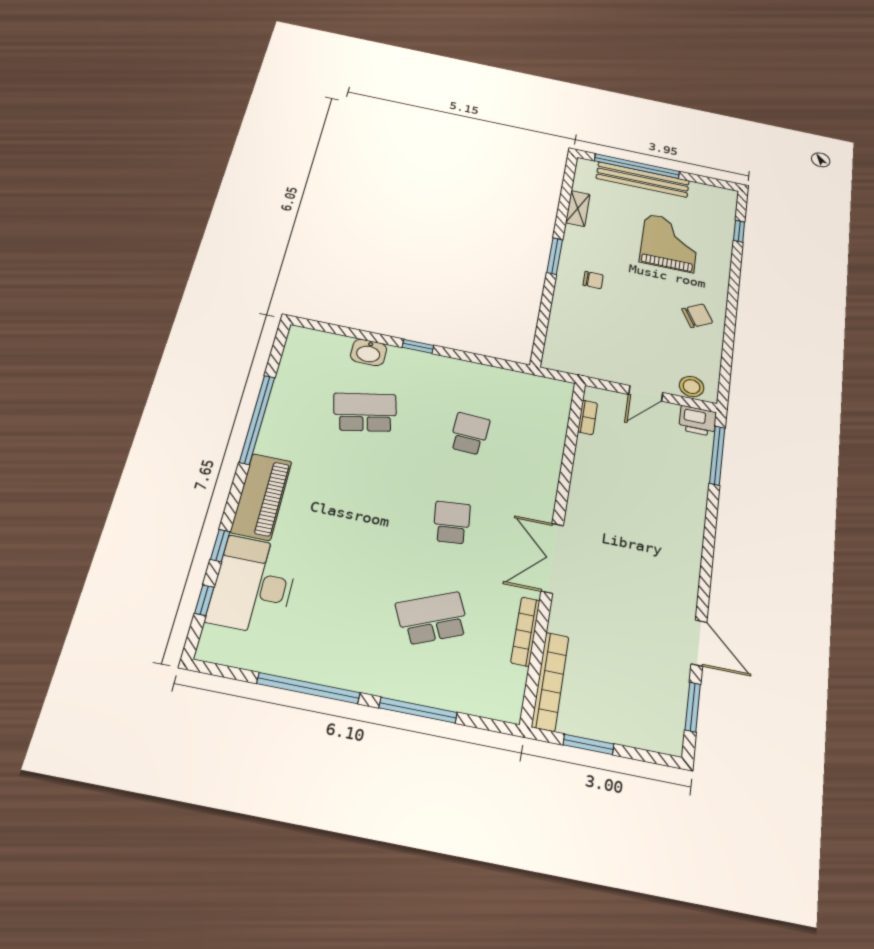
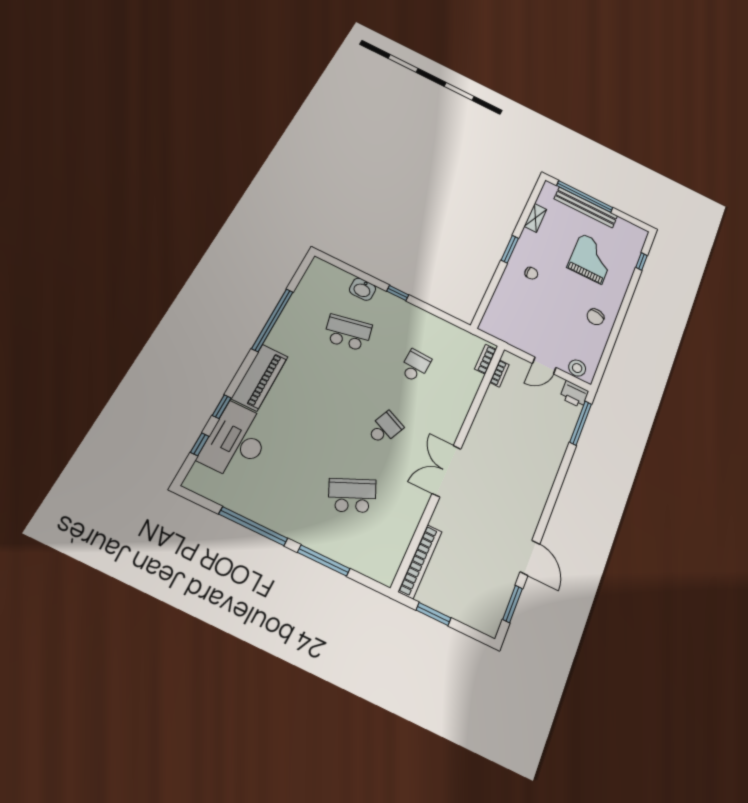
chair: (697, 316) -> (595, 317), turned 130
school desk: (452, 523) -> (385, 428), turned 30
bookcase: (525, 631) -> (485, 359), moved, width x0.64

